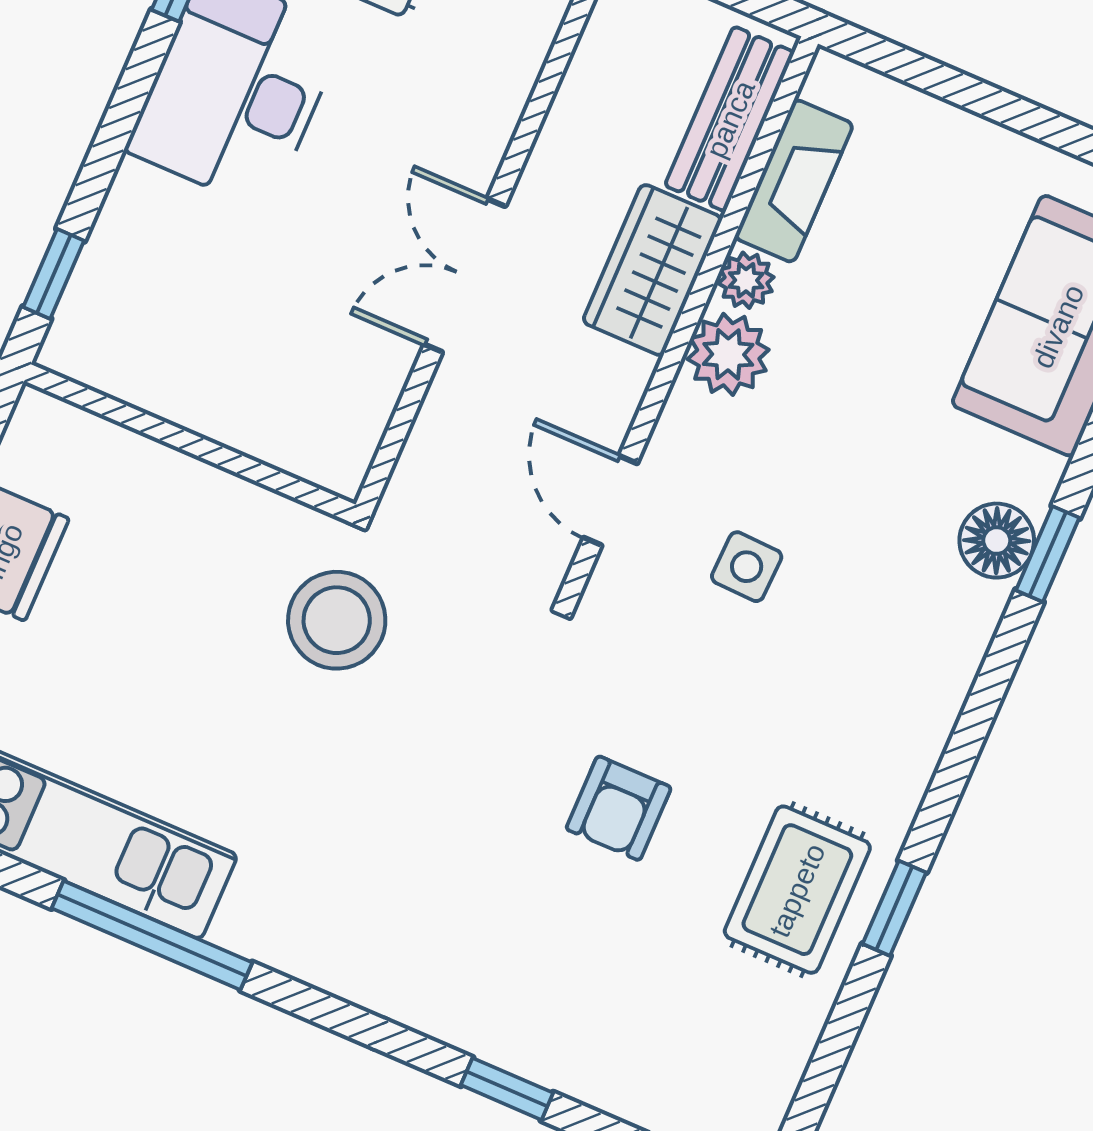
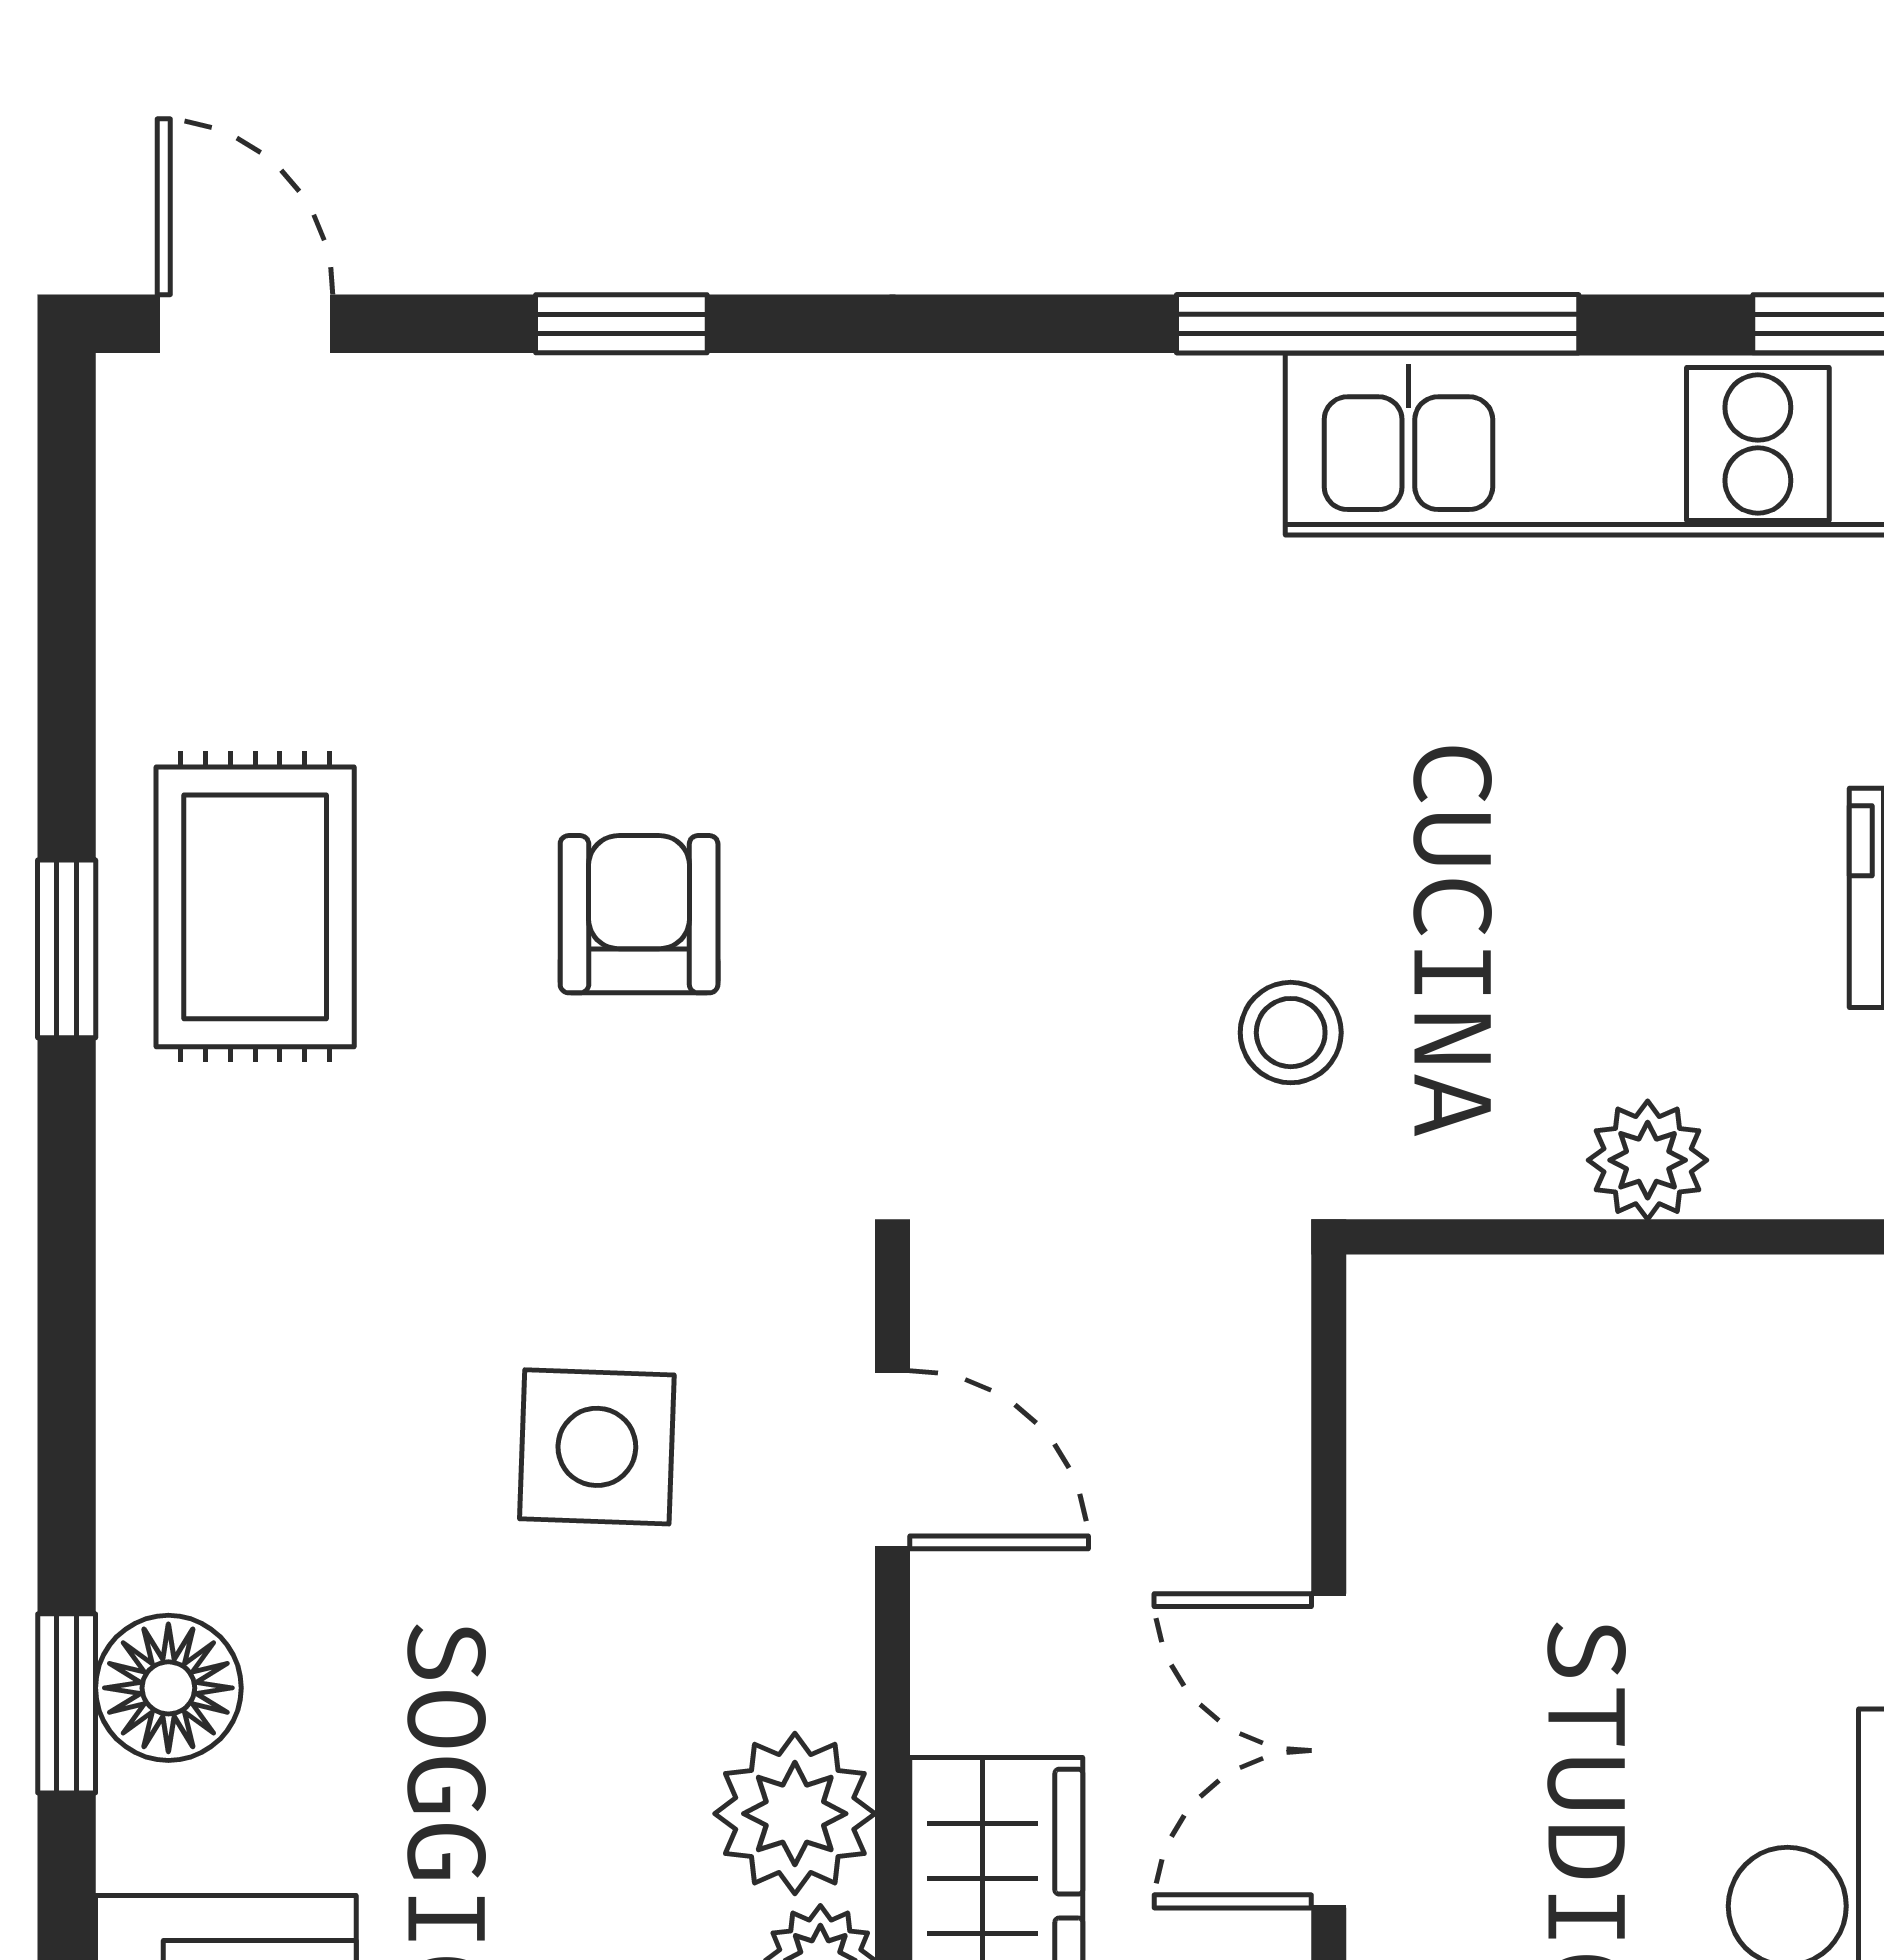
double door: (465, 275) -> (1329, 1751), swing flipped
plant: (195, 488) -> (1648, 1160), added
side table: (747, 567) -> (597, 1447), width x1.37, depth x1.37
stool: (337, 620) -> (1291, 1033), width x0.53, depth x0.53

